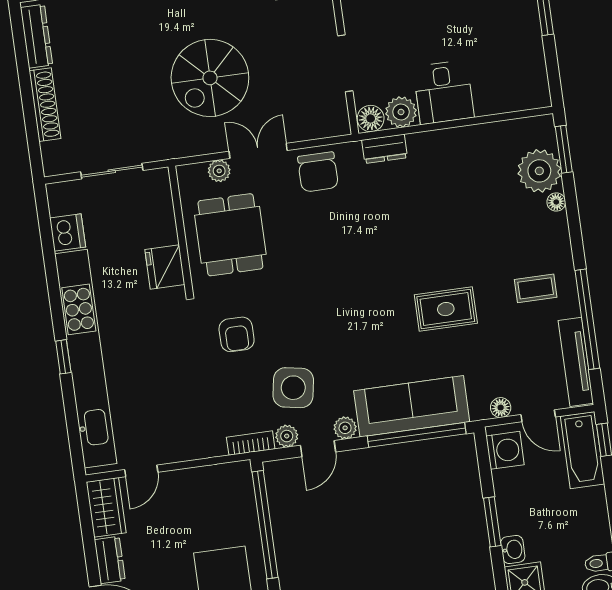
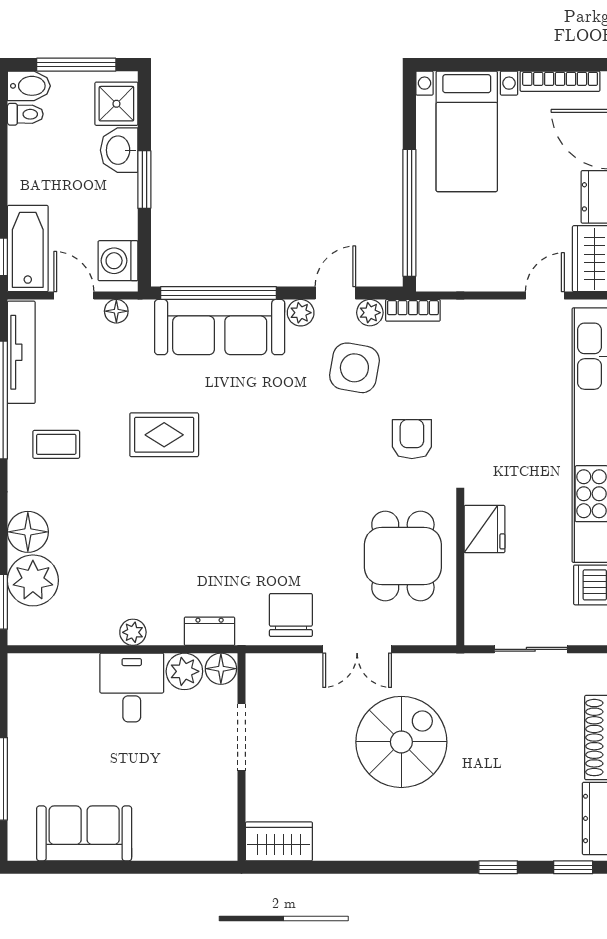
plant: (219, 171) -> (133, 632), moved
floor lamp: (556, 202) -> (28, 532), width x1.89, depth x1.89
washbasin: (513, 550) -> (119, 150), width x1.38, depth x1.45

